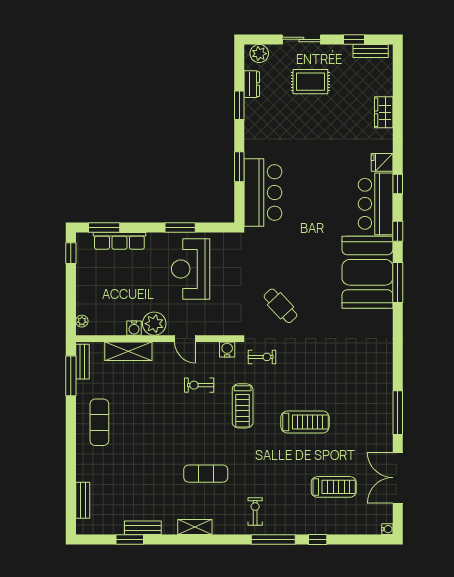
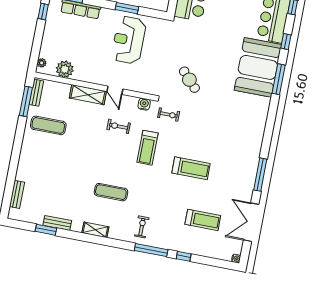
plant: (154, 324) -> (65, 69), moved
water cooler: (134, 328) -> (79, 75), removed
shelving: (128, 351) -> (88, 95), moved
exercise mat: (99, 422) -> (48, 125), moved, turned 90

